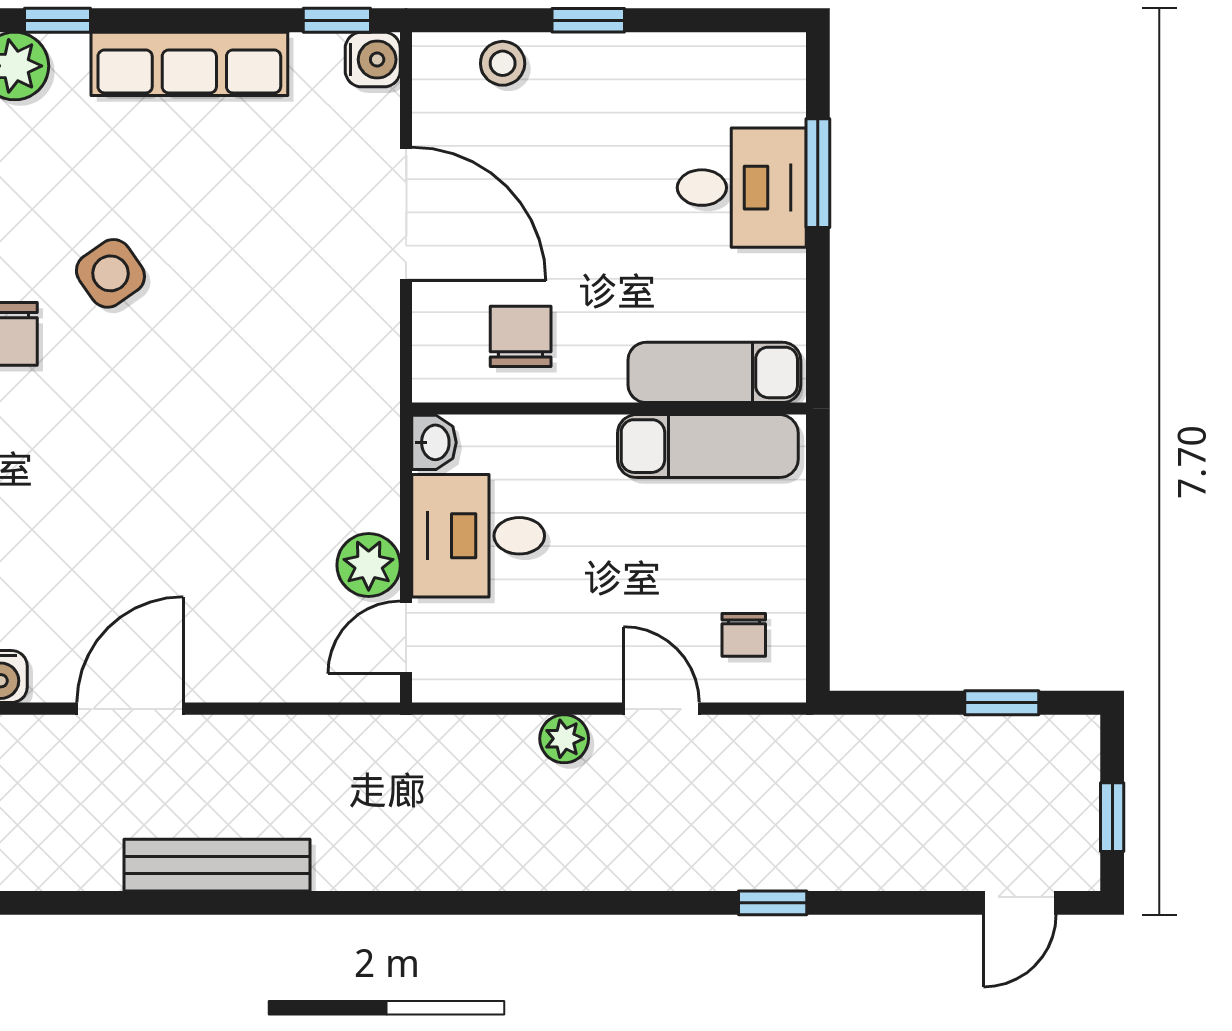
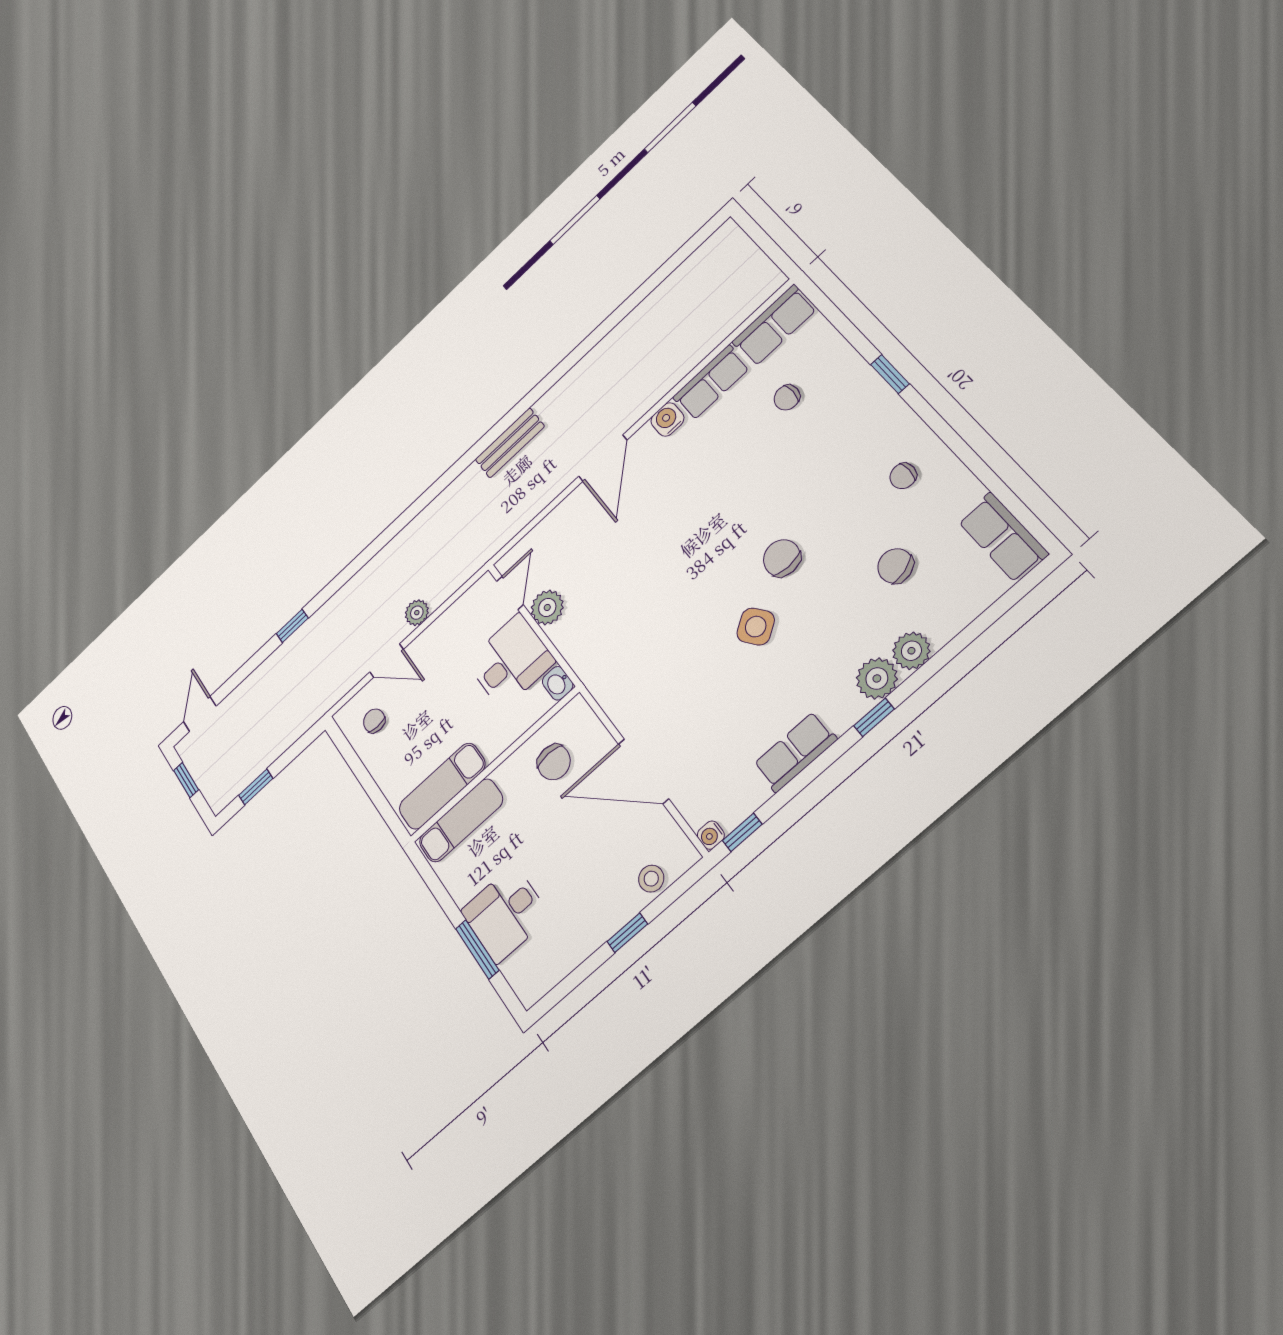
water cooler: (373, 59) -> (711, 835), width x0.72, depth x0.72
row of seats: (189, 64) -> (795, 752), width x0.68
bench: (217, 865) -> (510, 443), width x0.73

